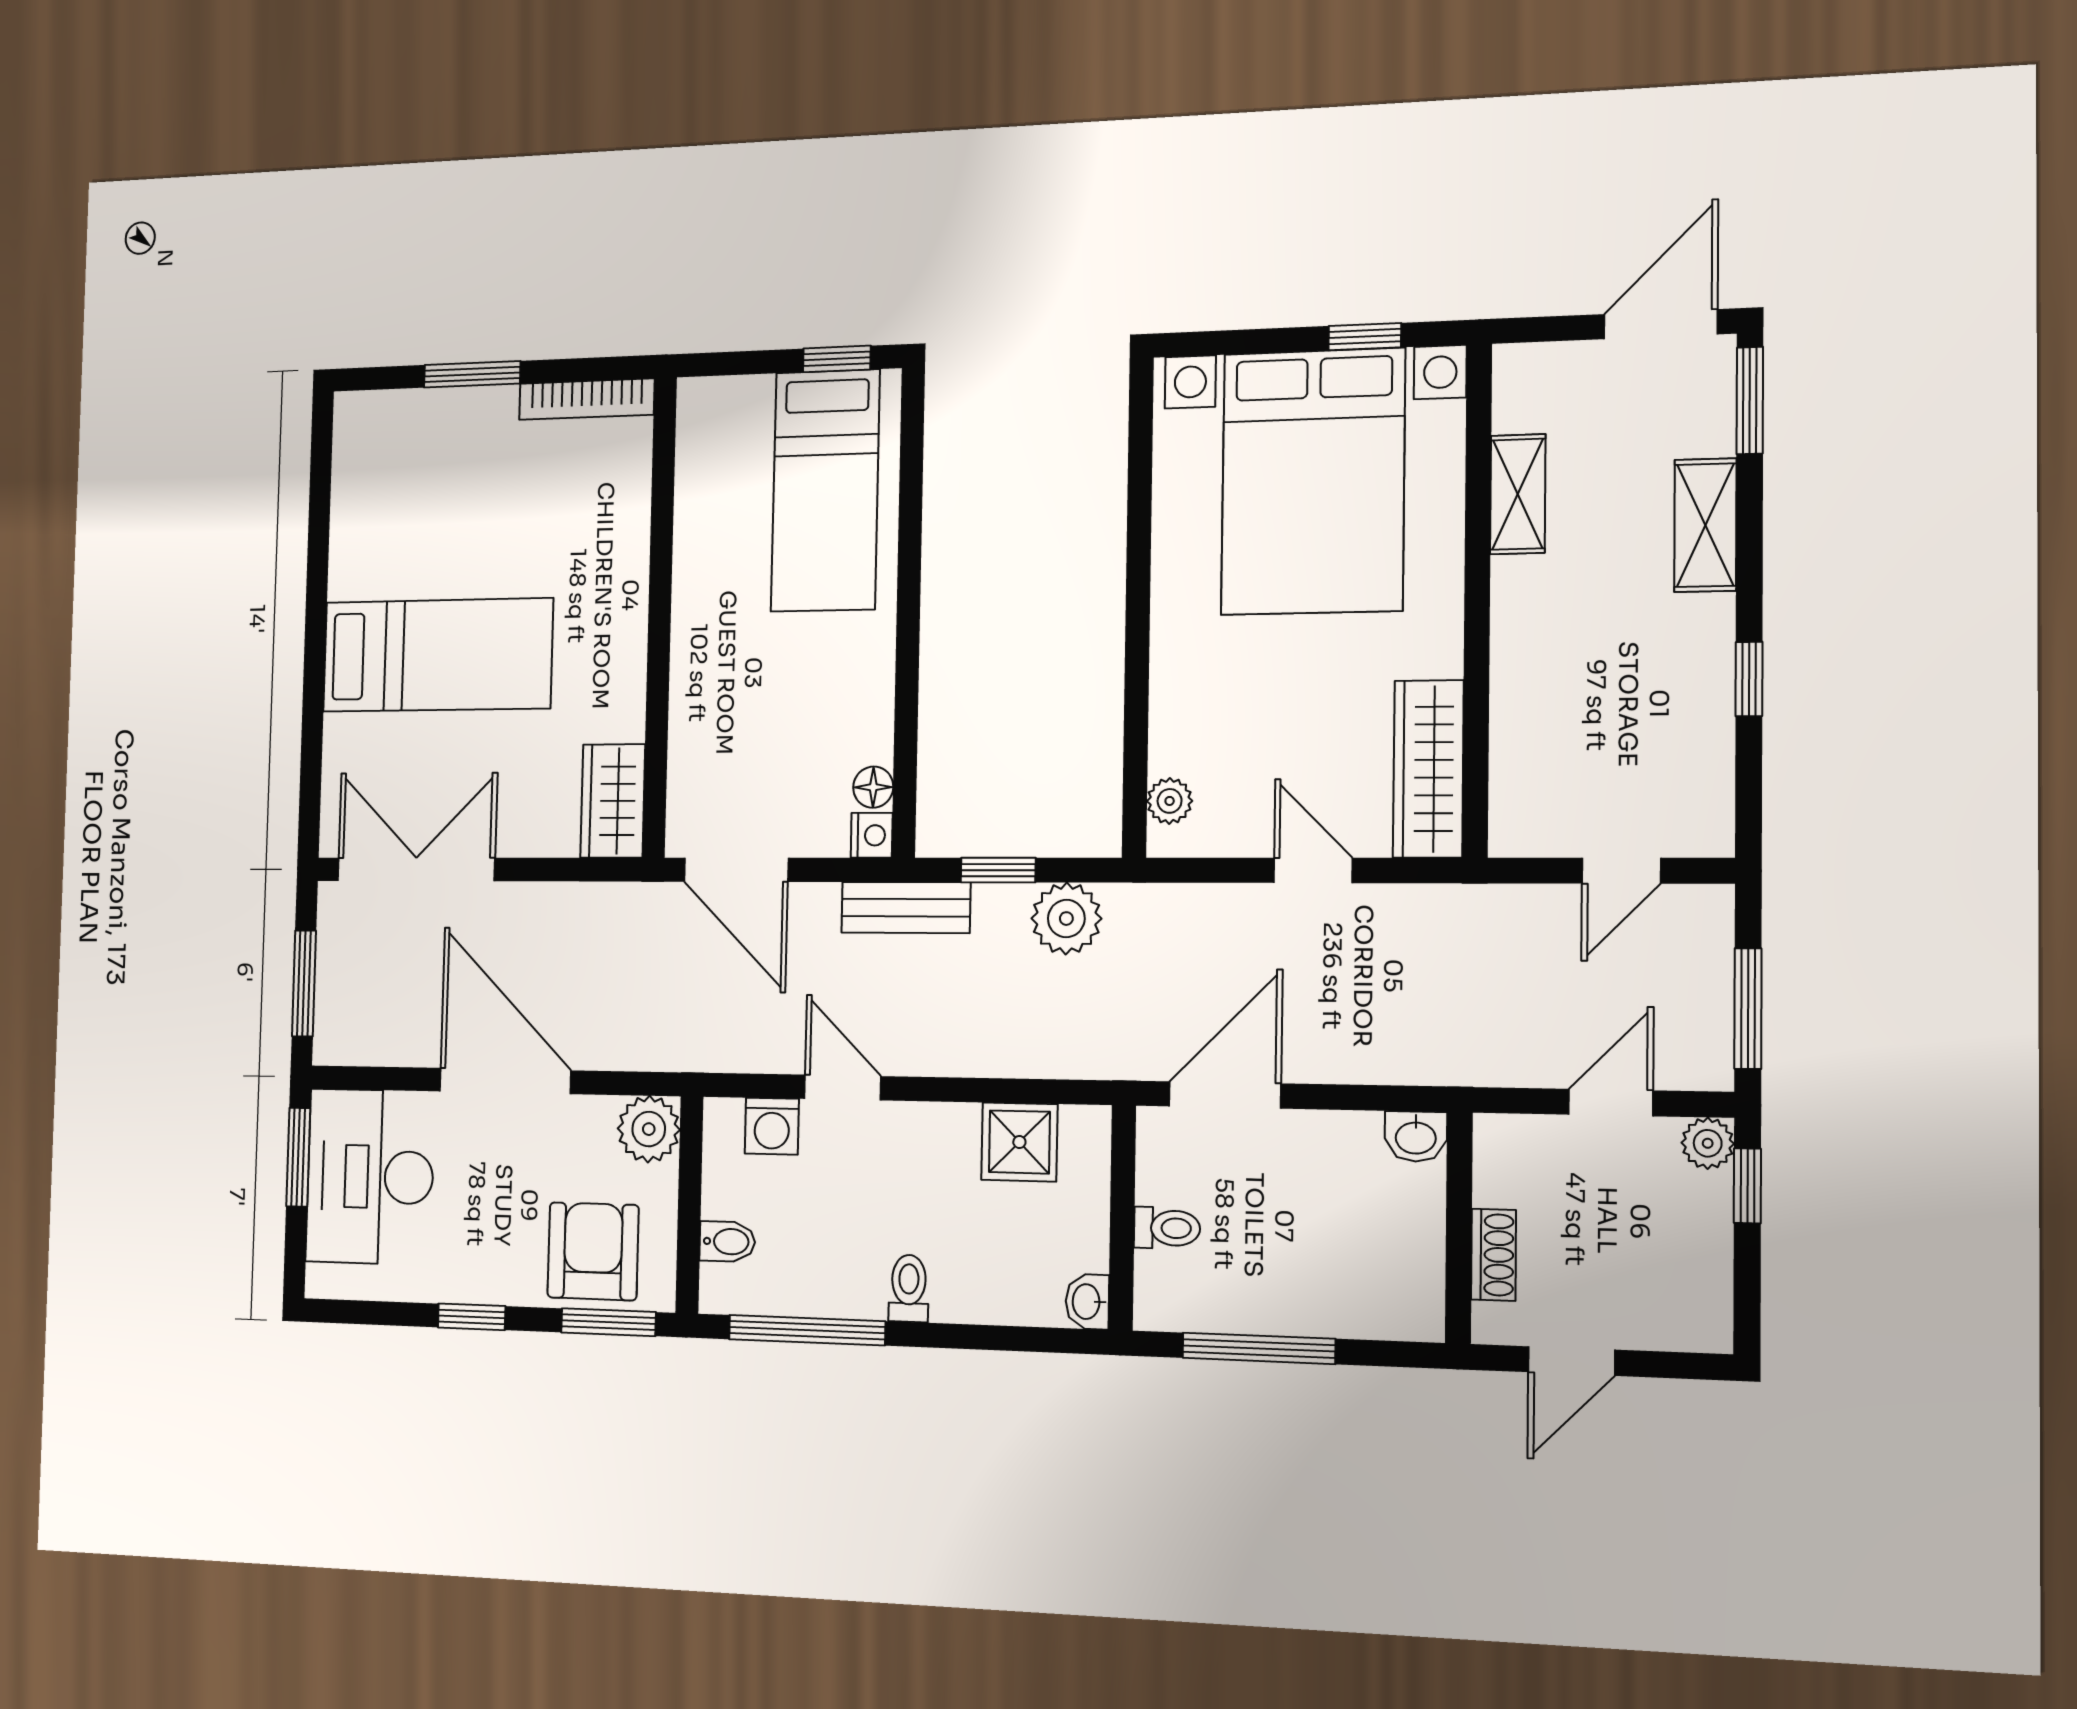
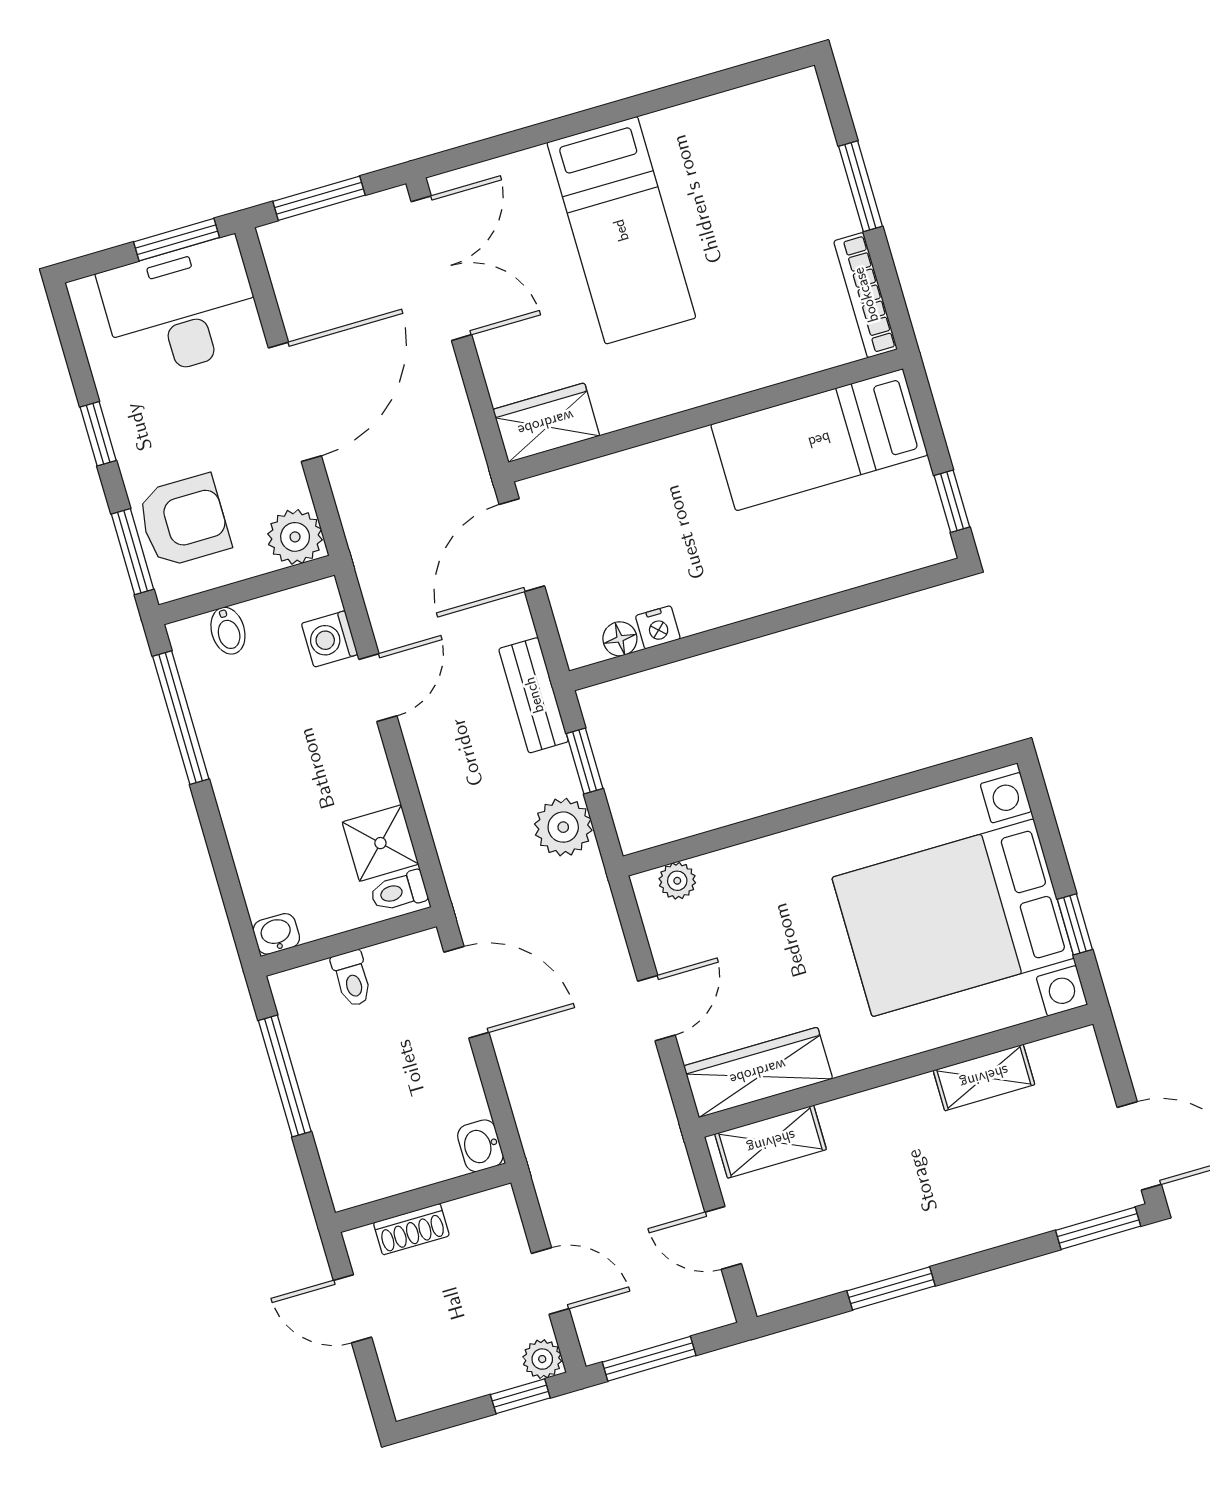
bed: (825, 491) -> (819, 440), moved
shelving: (1705, 525) -> (771, 1142), moved
window: (1749, 679) -> (891, 1288), width x1.50
nightstand: (872, 835) -> (658, 627), moved
toilet: (909, 1288) -> (399, 891), moved, turned 180

